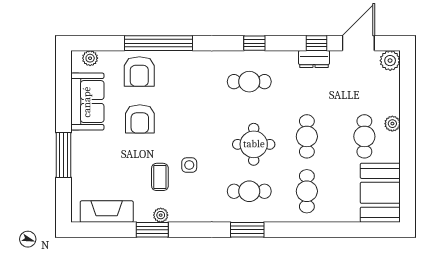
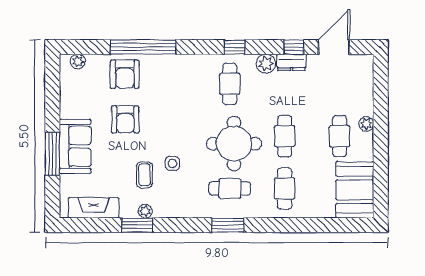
plant: (390, 61) -> (266, 64), moved
cafe table: (249, 82) -> (230, 84), turned 90
sofa: (87, 102) -> (75, 146), moved
round table: (254, 144) -> (234, 144), width x1.36, depth x1.36

